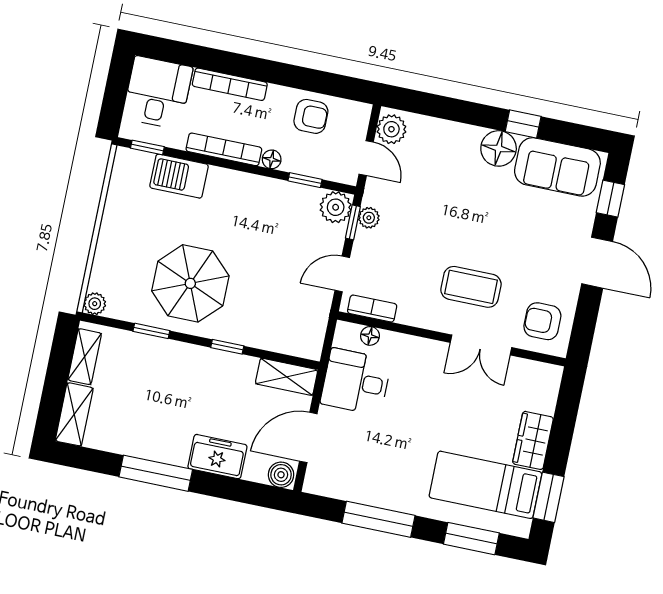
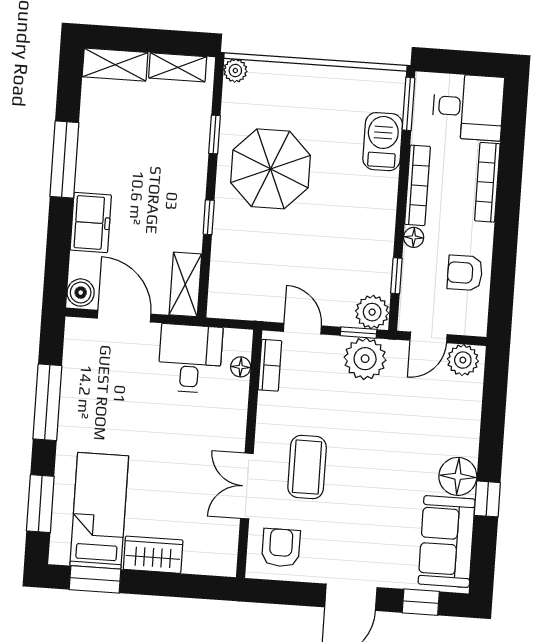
armchair: (311, 116) -> (465, 273), turned 90
window: (147, 147) -> (408, 104), width x1.50
plant: (369, 218) -> (365, 359), width x1.87, depth x1.87

